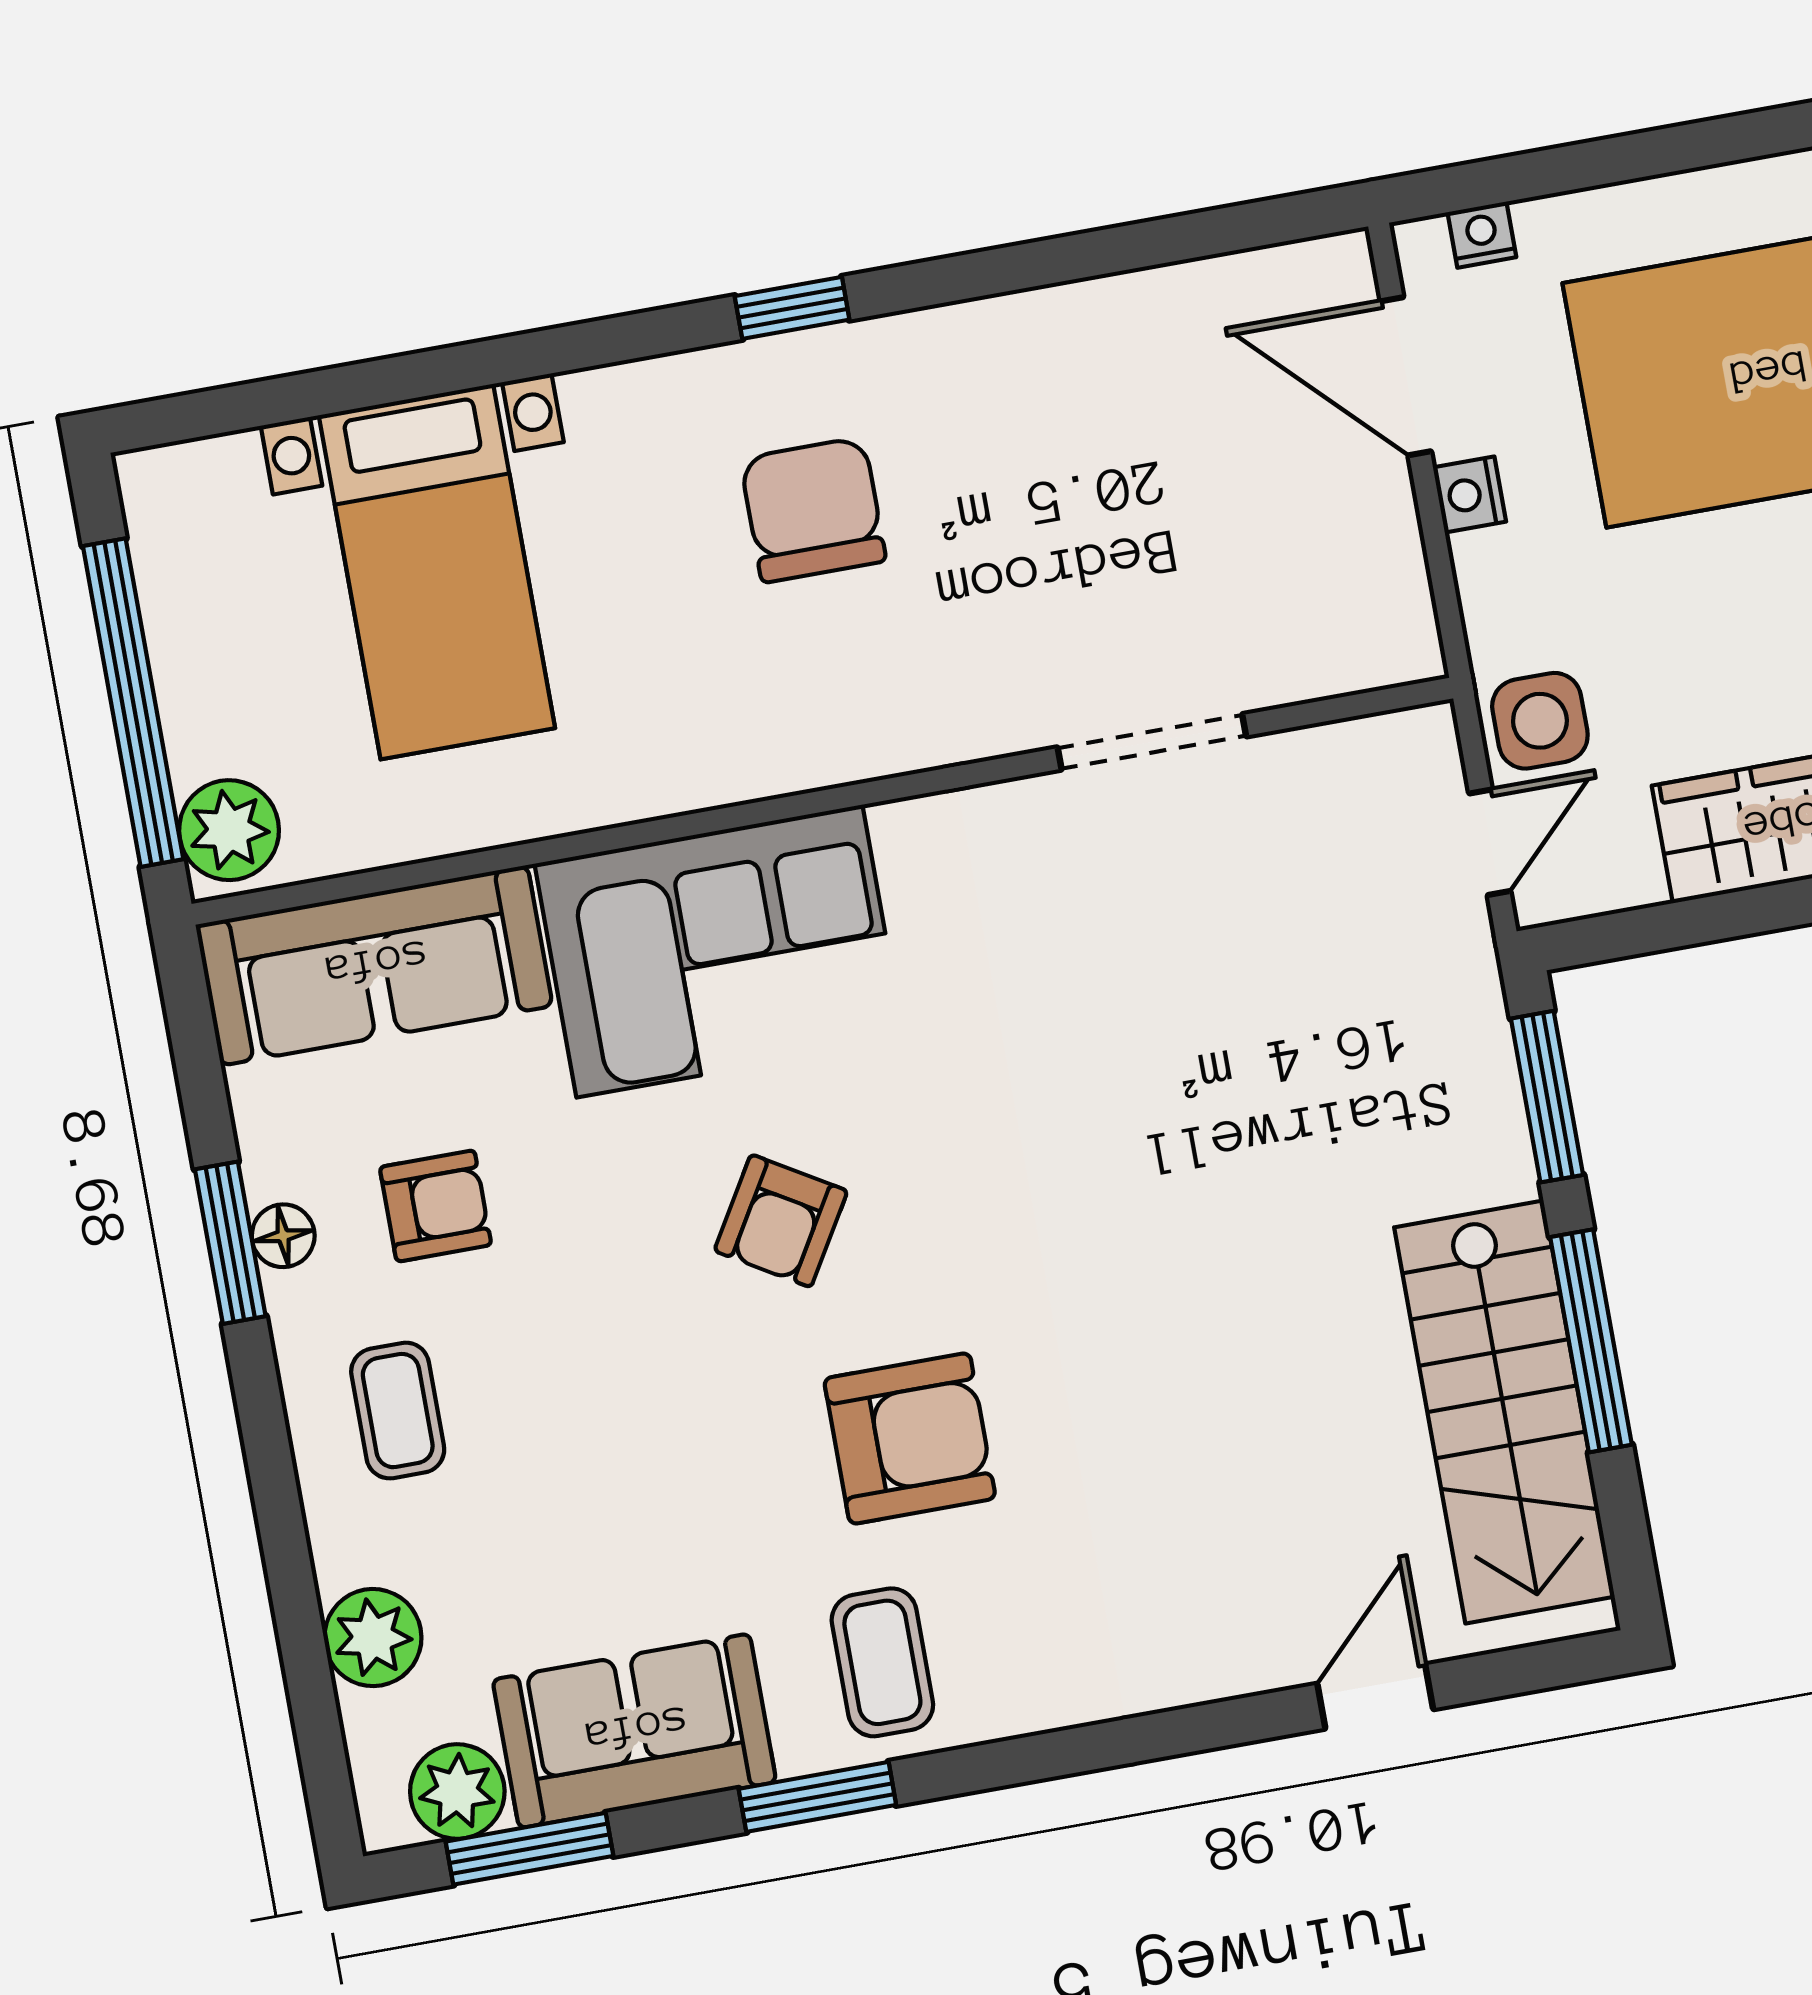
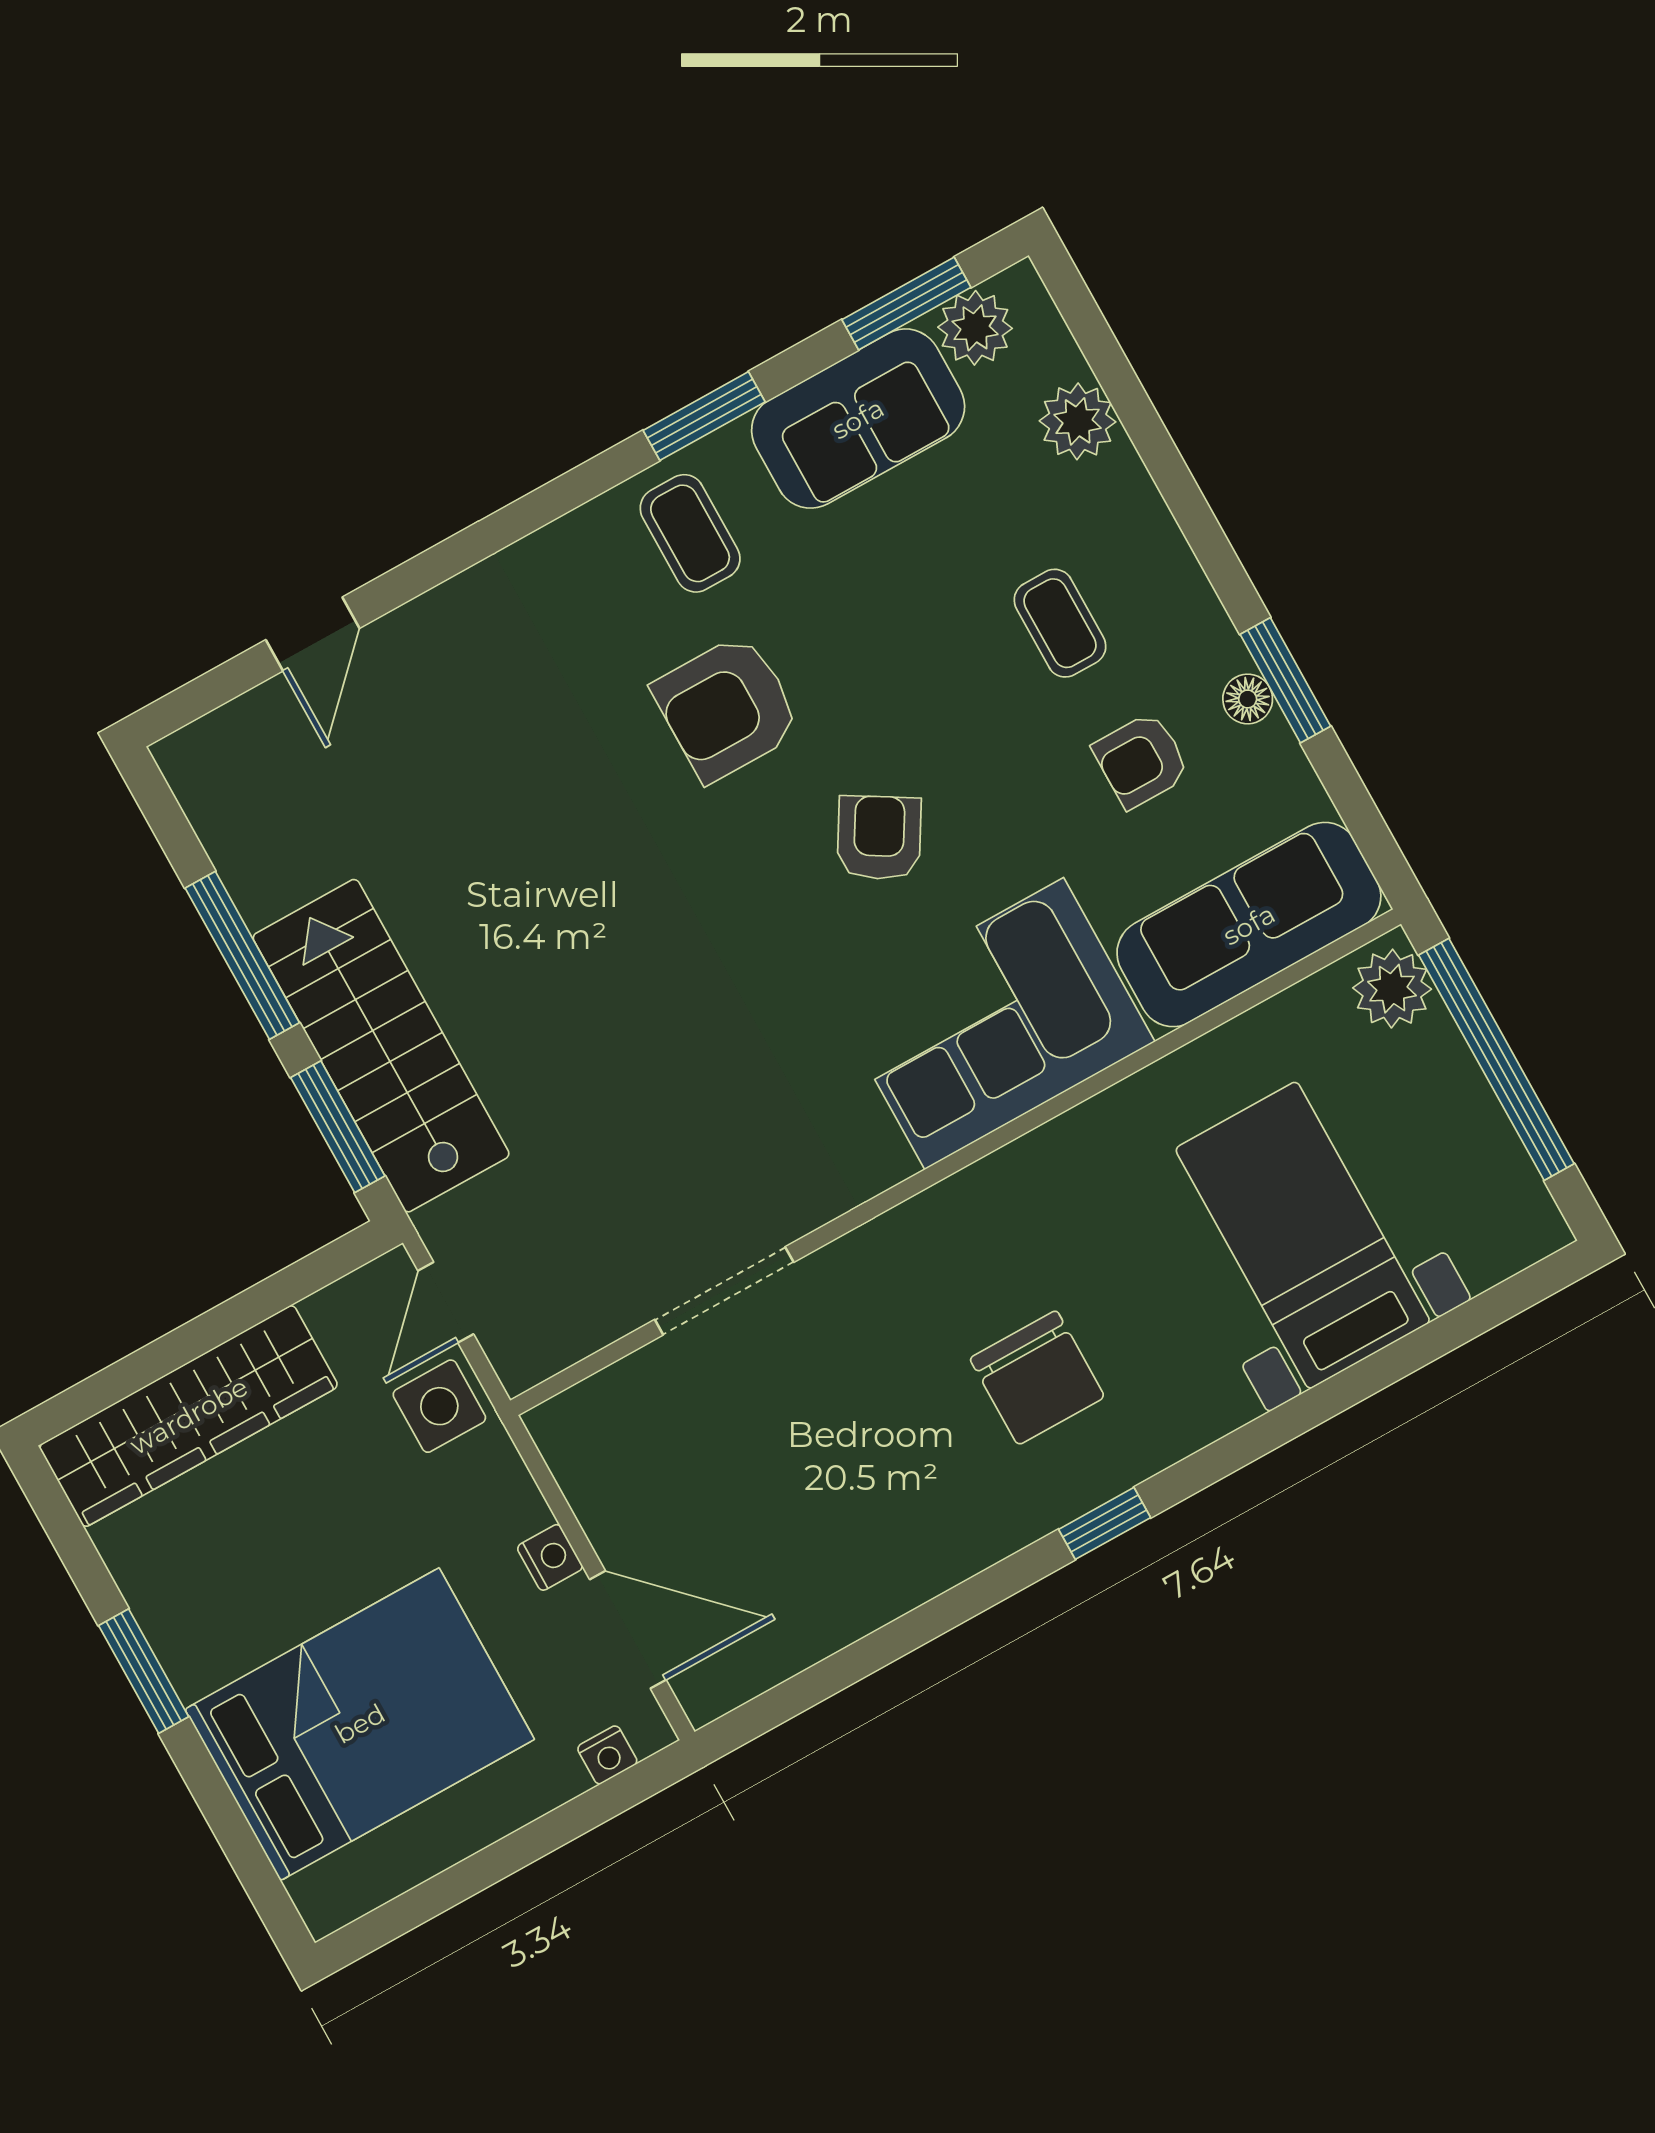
coffee table: (398, 1411) -> (1060, 623), moved
stairs: (1504, 1412) -> (381, 1046), moved

